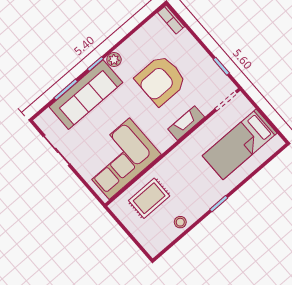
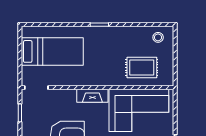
fireplace: (186, 123) -> (92, 96), moved
stool: (180, 222) -> (158, 37), moved

